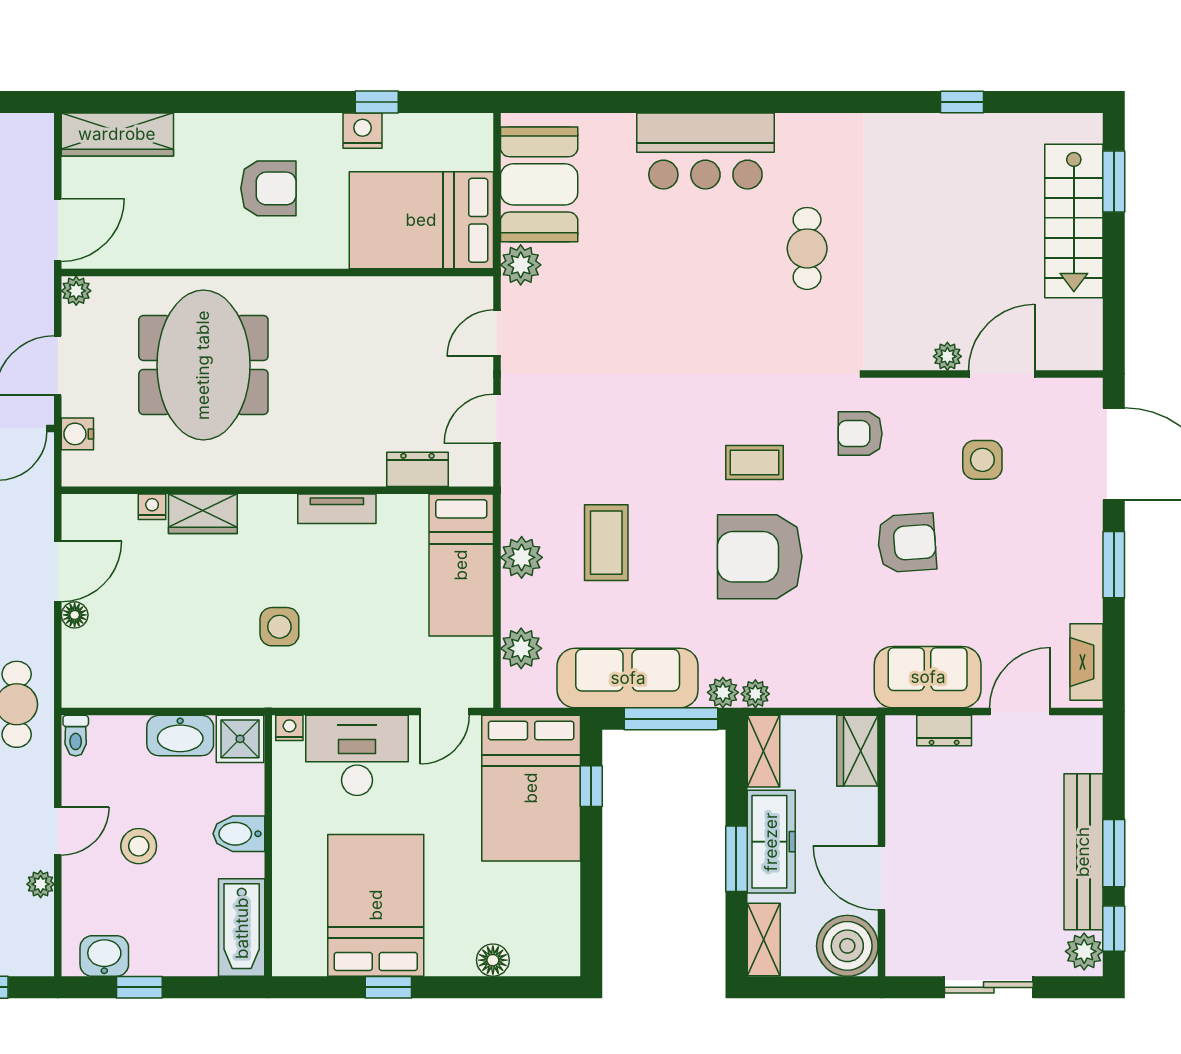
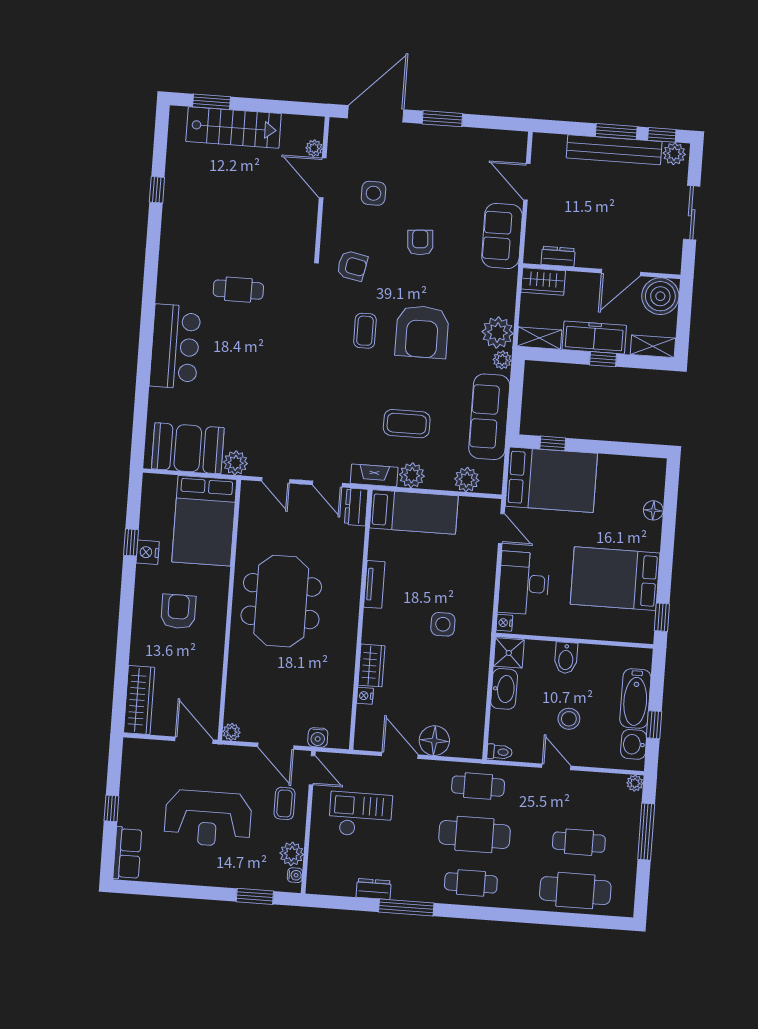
plant: (947, 356) -> (314, 148), moved
meeting table: (203, 365) -> (281, 601), moved, turned 90
armchair: (860, 434) -> (352, 266), turned -79
dresser: (417, 469) -> (356, 507), moved
armchair: (907, 543) -> (420, 243), width x0.72, depth x0.72
floor lamp: (75, 615) -> (434, 741), width x1.89, depth x1.89
fireplace: (1087, 662) -> (374, 475), moved, turned 180
plant: (755, 694) -> (498, 332), width x1.88, depth x1.88
window: (671, 719) -> (516, 392), removed
dresser: (944, 731) -> (558, 256), moved, turned -90
window: (736, 859) -> (603, 359), width x0.67
plant: (41, 884) -> (635, 783), moved
bathtub: (242, 928) -> (635, 699), moved, turned 90
window: (388, 987) -> (662, 617), moved

